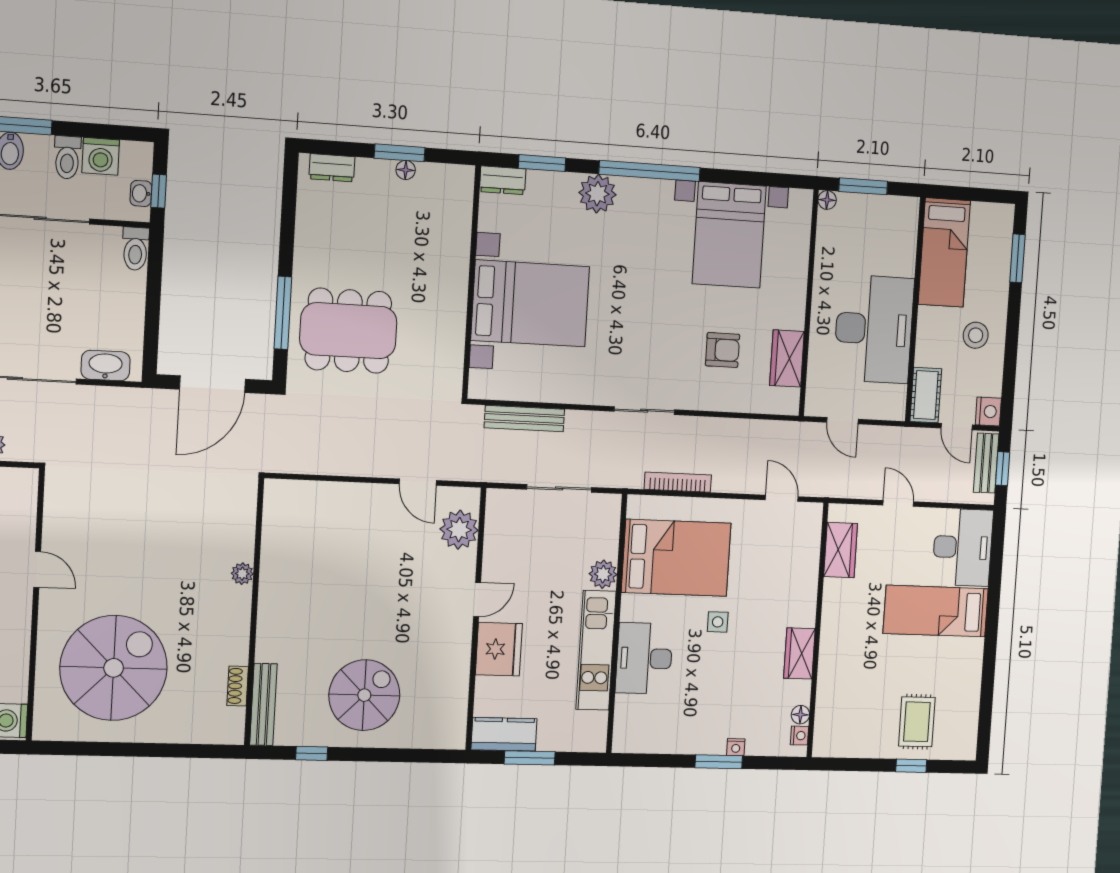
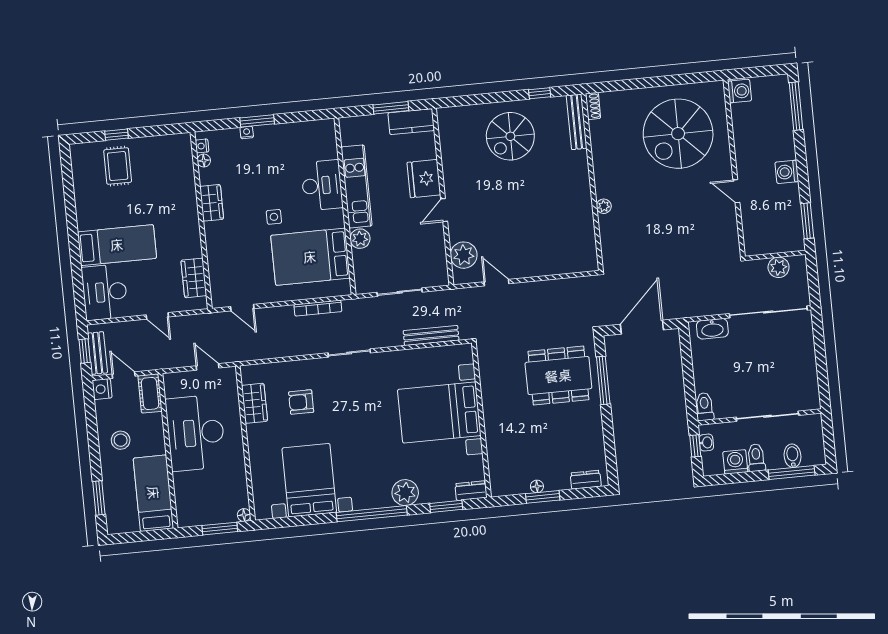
shoe rack: (238, 686) -> (593, 106), moved

